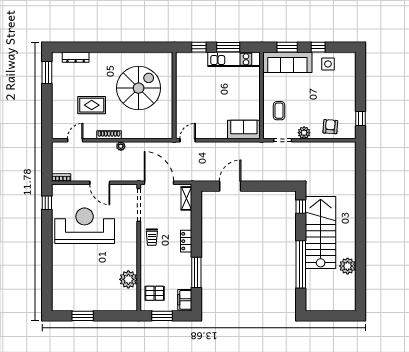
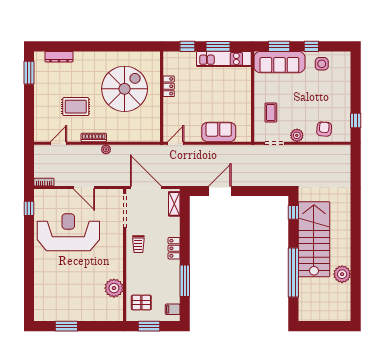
locker: (181, 86) -> (169, 86), added
sofa: (244, 129) -> (219, 132), moved
filing cabinet: (185, 300) -> (173, 309), width x0.50

